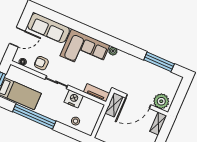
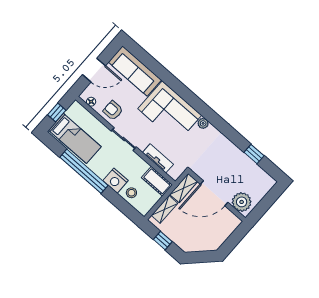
window: (159, 62) -> (254, 154), width x0.46
tv unit: (97, 93) -> (158, 158), moved
nightstand: (74, 99) -> (116, 181), moved, turned 180
cot: (92, 106) -> (157, 181), added
shelving: (158, 123) -> (164, 209), moved

